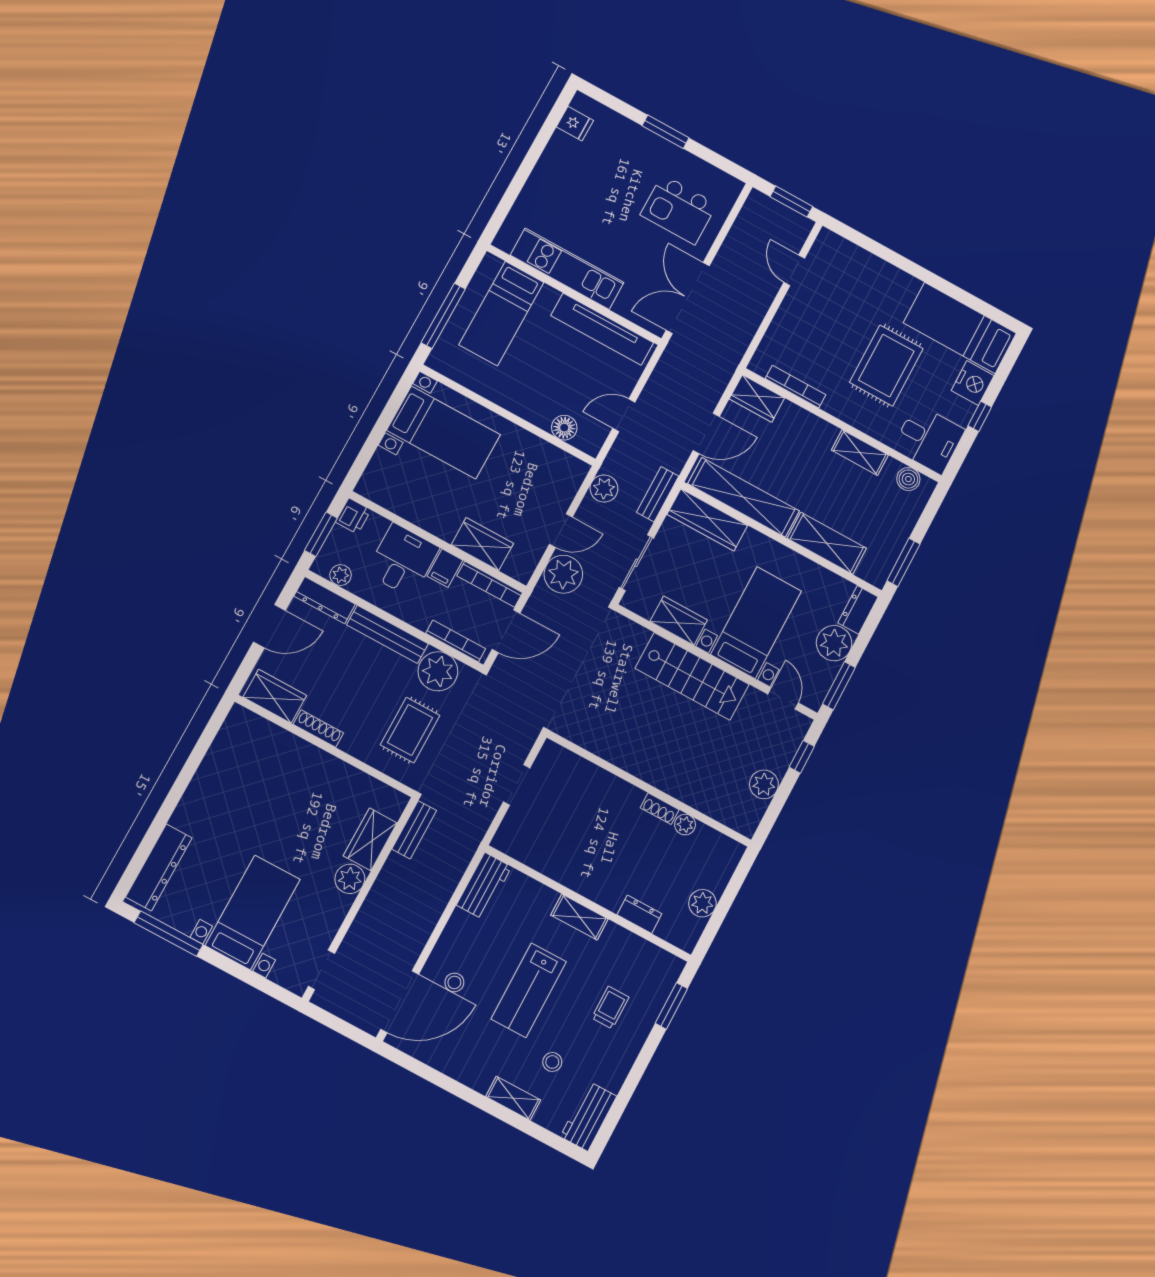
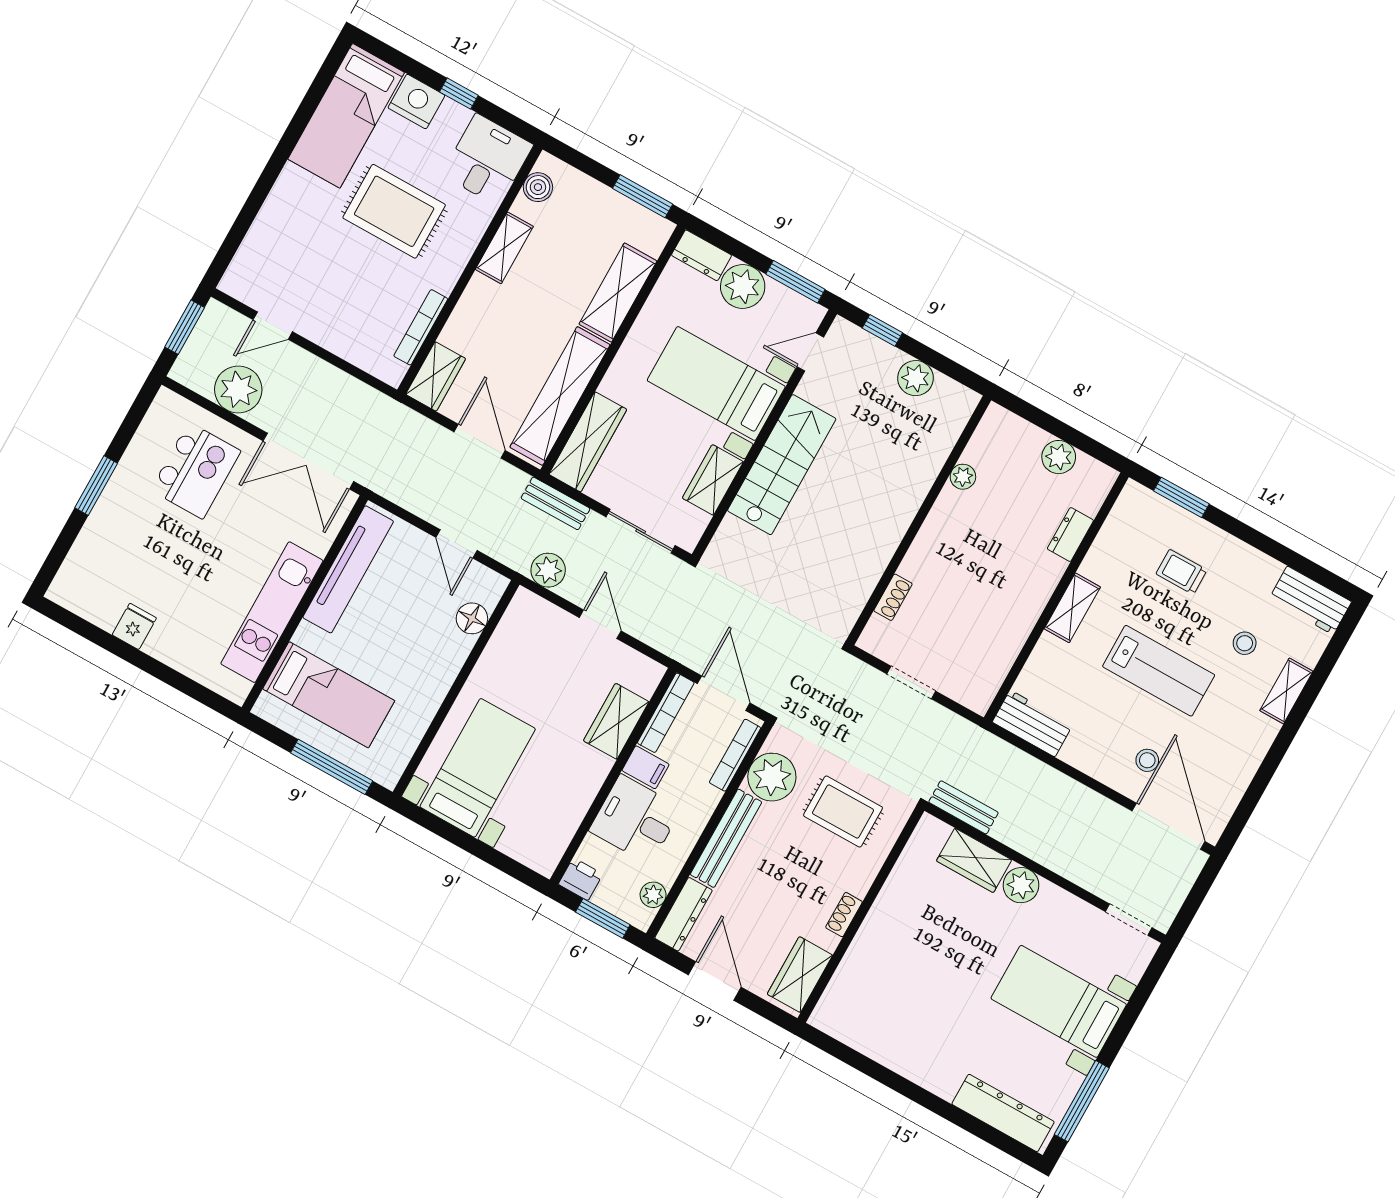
fridge: (575, 124) -> (134, 626), moved
plant: (563, 574) -> (238, 390), moved
shoe rack: (318, 729) -> (844, 915), width x0.70
shoe rack: (660, 809) -> (893, 597), moved

